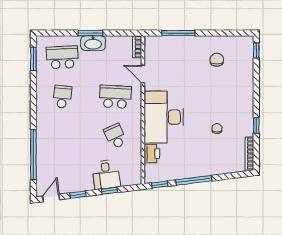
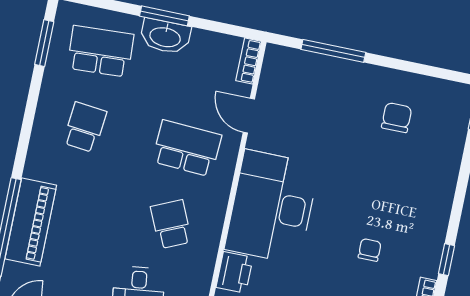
piano: (45, 150) -> (31, 222), added

